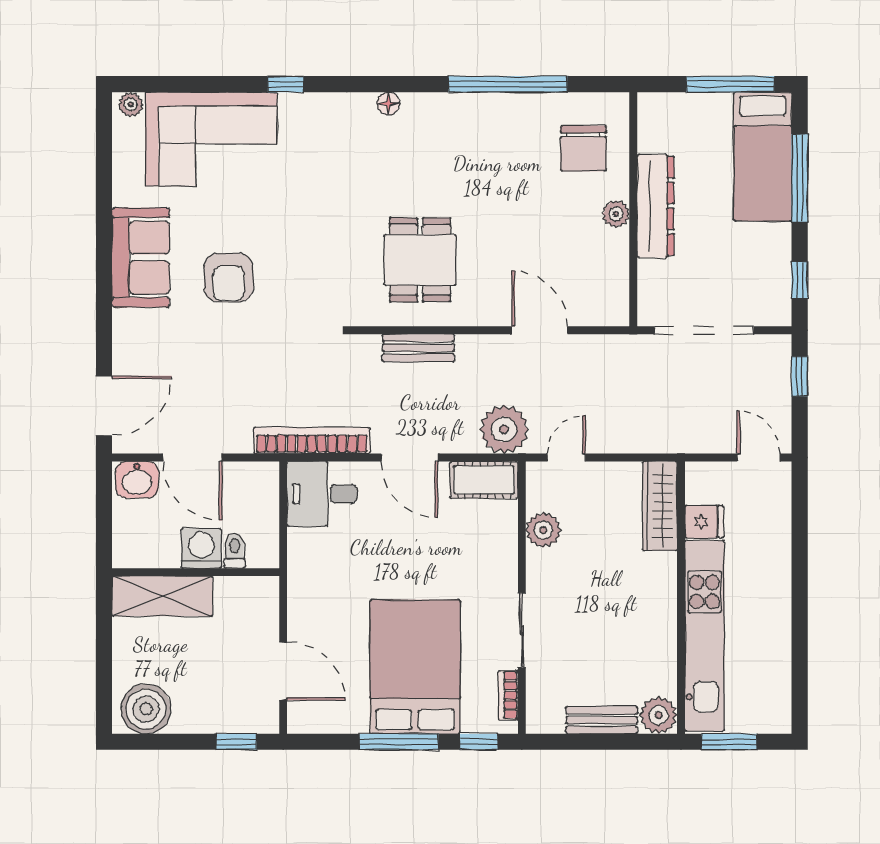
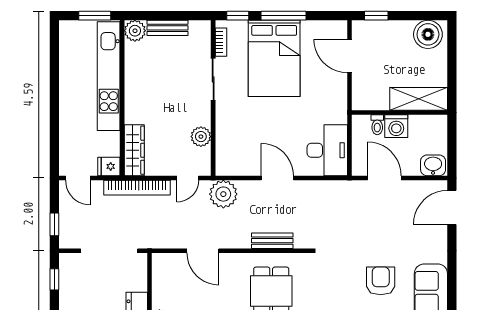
bookcase: (312, 441) -> (137, 188), moved
door: (193, 458) -> (384, 178), moved
cot: (484, 480) -> (235, 165), removed
desk: (322, 494) -> (327, 150), width x1.37
fridge: (704, 522) -> (109, 166), moved

